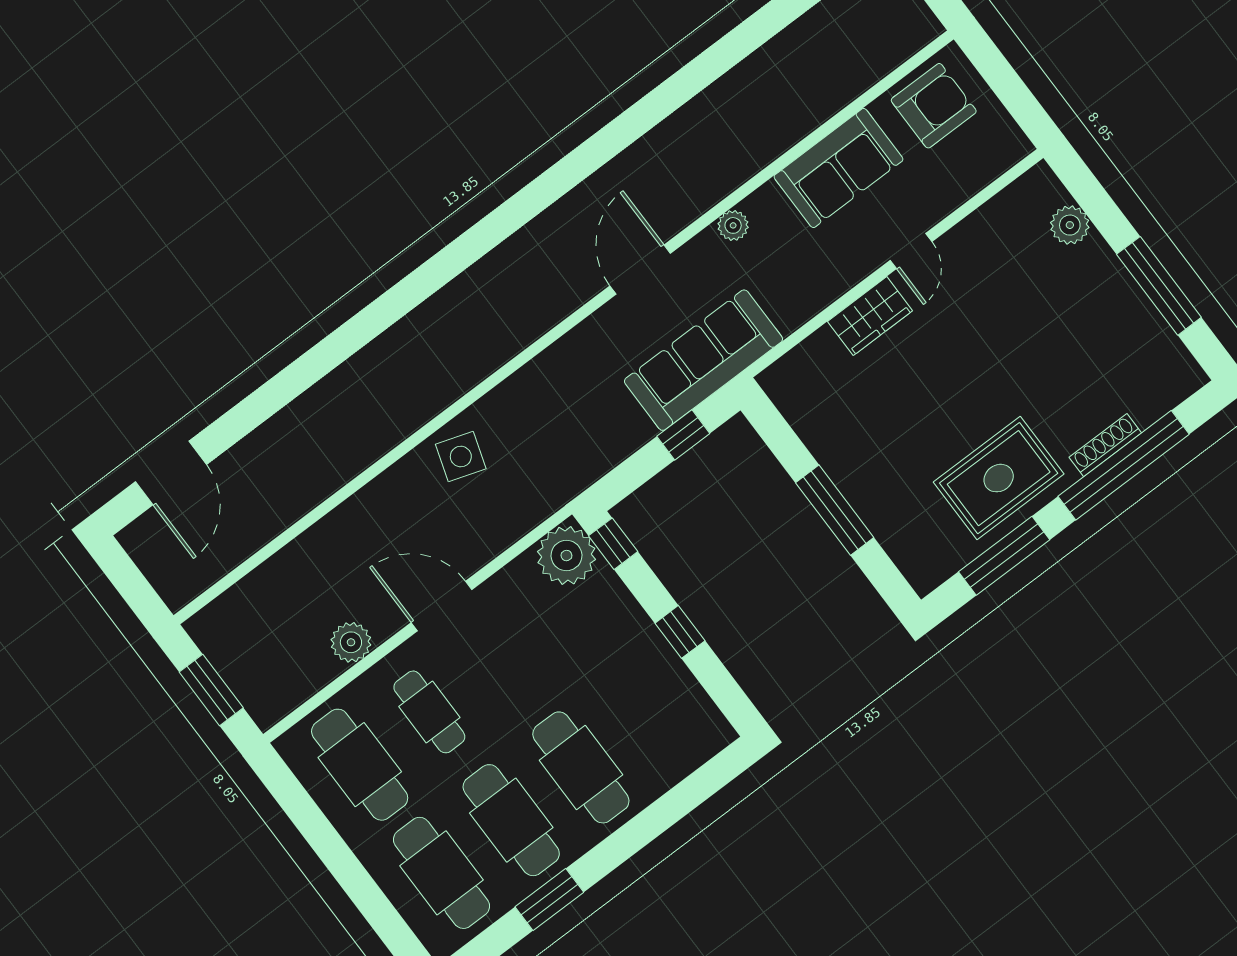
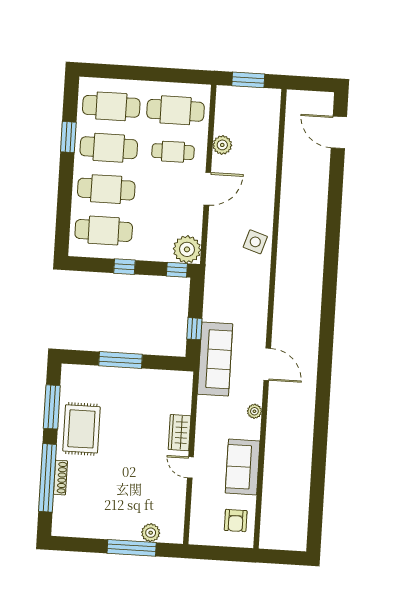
armchair: (934, 106) -> (236, 521), width x0.72, depth x0.72
window: (1159, 286) -> (132, 548), moved
cafe table: (651, 715) -> (104, 230), added

